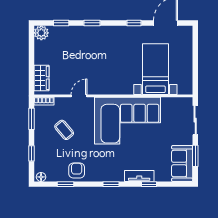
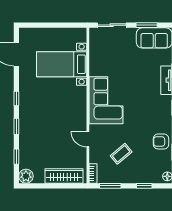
window: (134, 23) -> (16, 99), moved
wardrobe: (41, 78) -> (64, 176), width x1.50
corner sofa: (127, 121) -> (106, 100), width x0.73, depth x0.74

